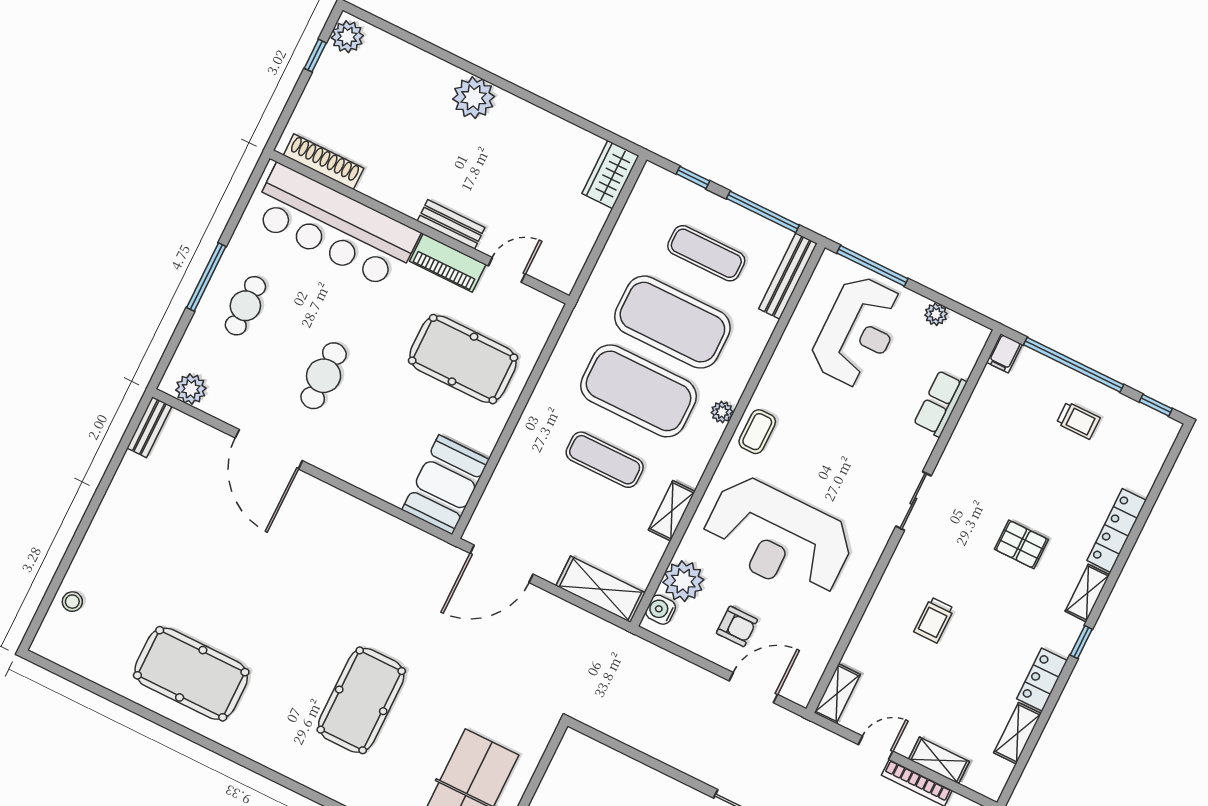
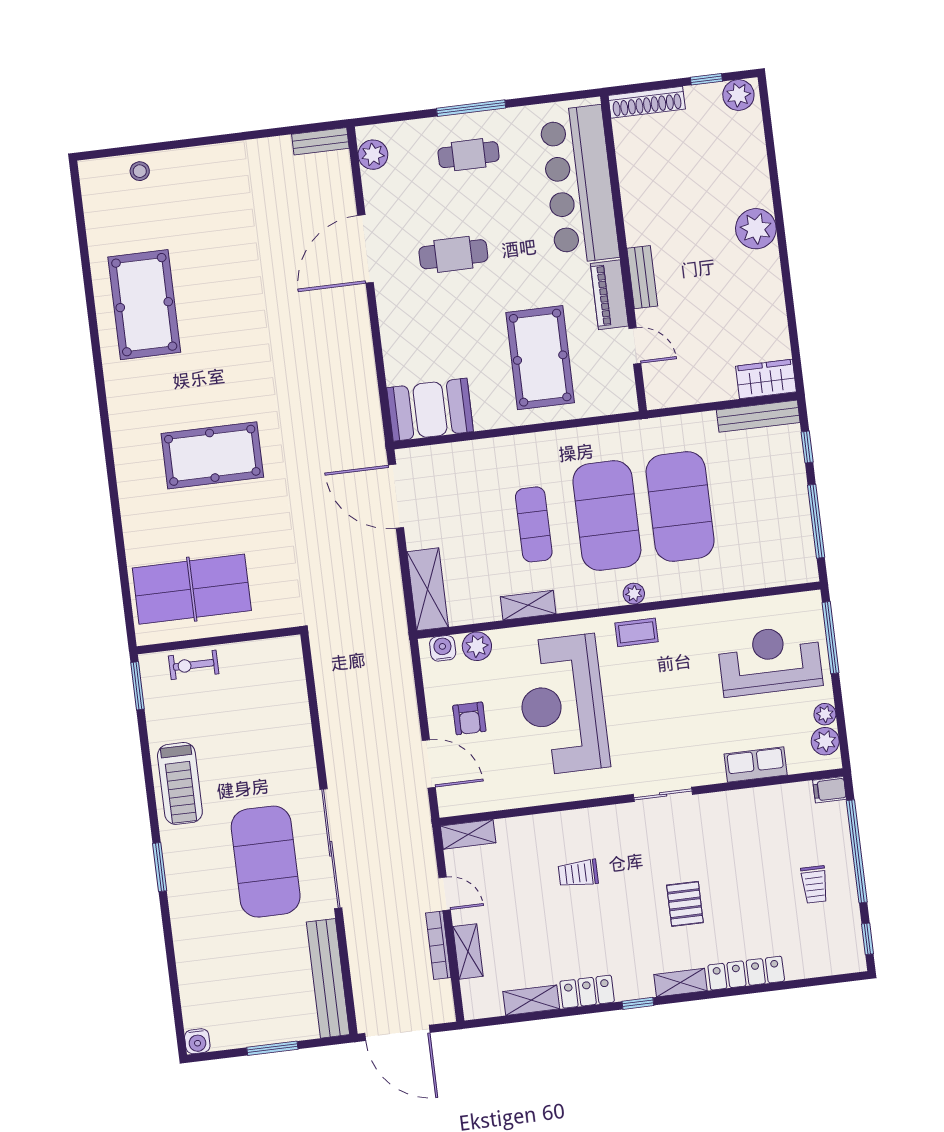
shoe rack: (324, 162) -> (647, 102), moved, turned 90
exercise mat: (706, 253) -> (753, 497), removed
bench: (788, 276) -> (758, 416), moved
plant: (960, 329) -> (825, 741), added
reception desk: (858, 332) -> (770, 660), turned 180
plant: (683, 581) -> (477, 646), width x0.73, depth x0.73

